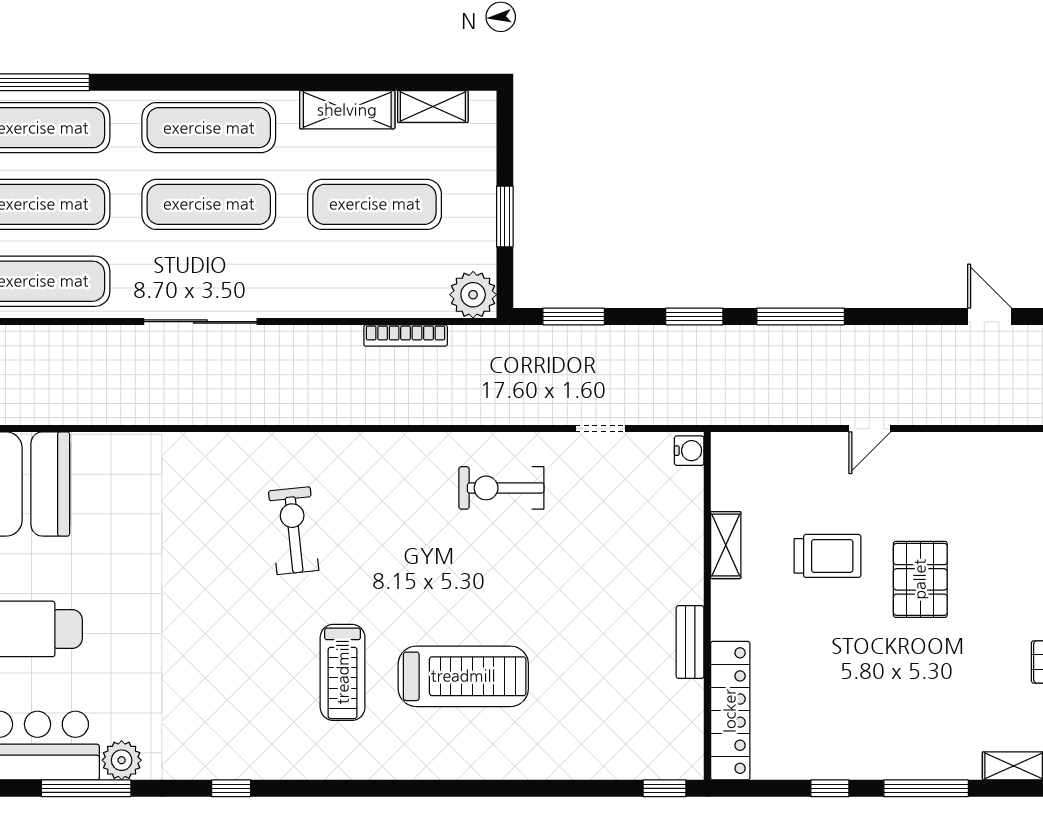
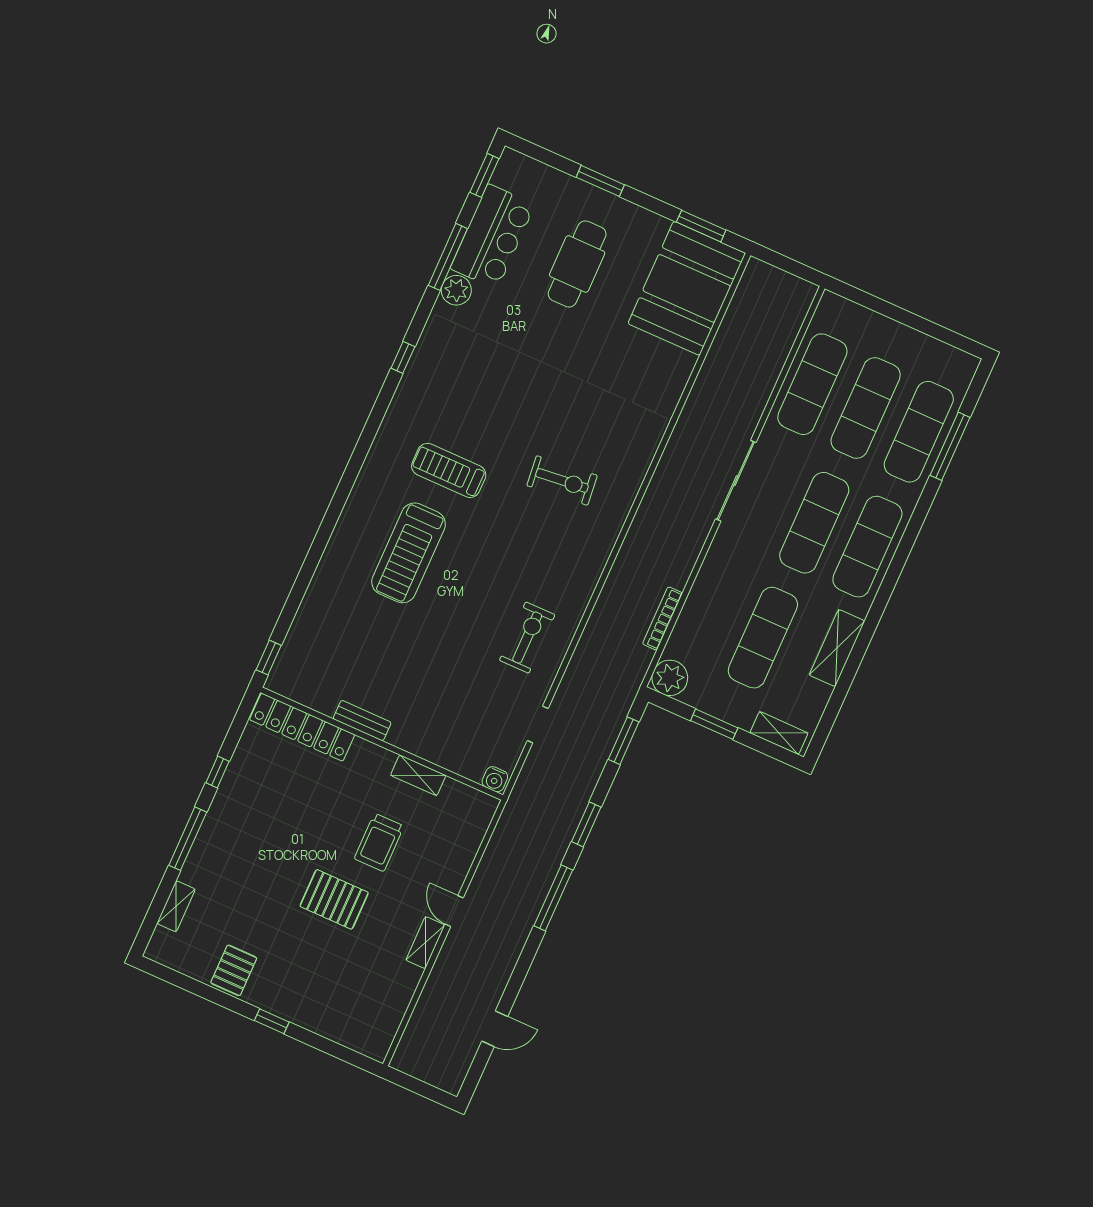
shelving: (433, 107) -> (779, 733), moved, turned 90
shelving: (923, 446) -> (425, 943), added

